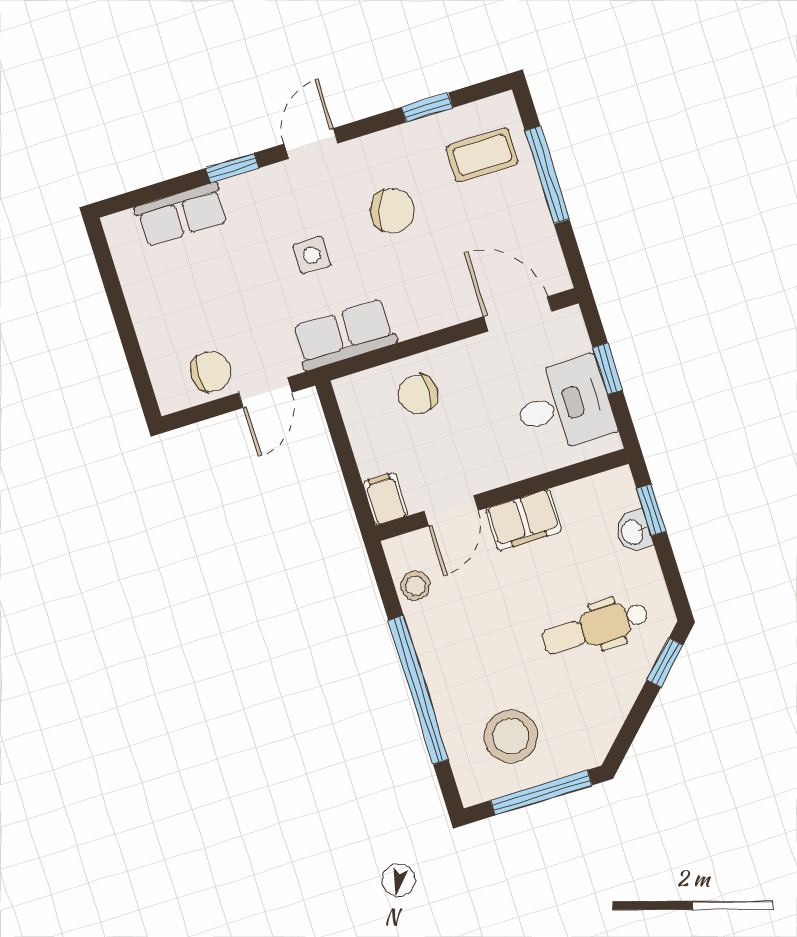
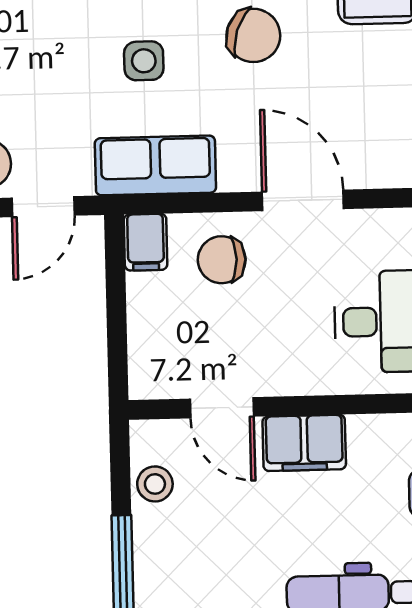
door: (518, 314) -> (303, 200), moved
filing cabinet: (385, 499) -> (146, 242), moved, turned 180
door: (451, 511) -> (222, 408), hinge flipped

